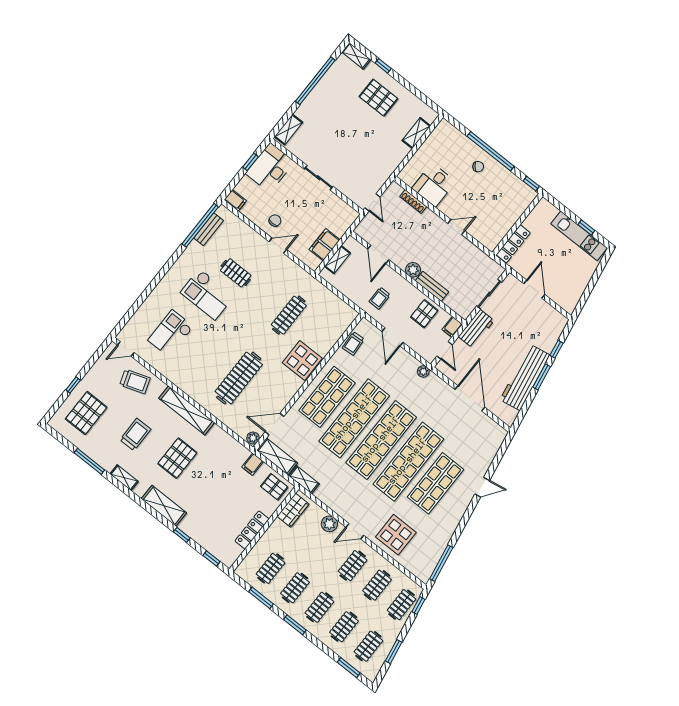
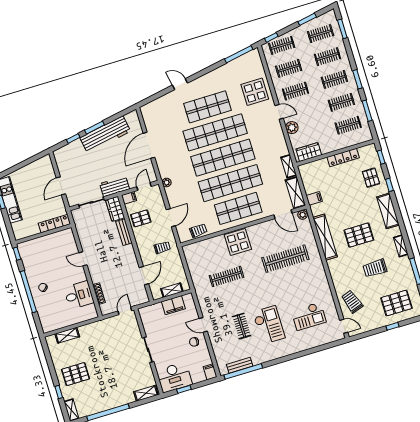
pallet: (378, 98) -> (76, 374), turned 90
plant: (413, 270) -> (129, 251), removed
wardrobe: (459, 305) -> (115, 209), added
shelving: (187, 410) -> (325, 237), moved
pallet: (274, 487) -> (371, 178), moved

